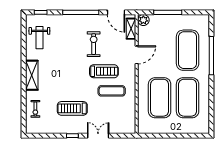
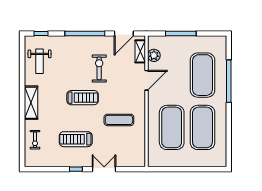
door: (116, 12) -> (124, 33), hinge flipped
plant: (143, 20) -> (154, 55), moved
treadmill: (104, 71) -> (83, 98), moved

